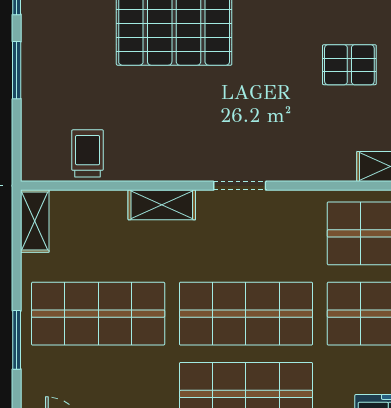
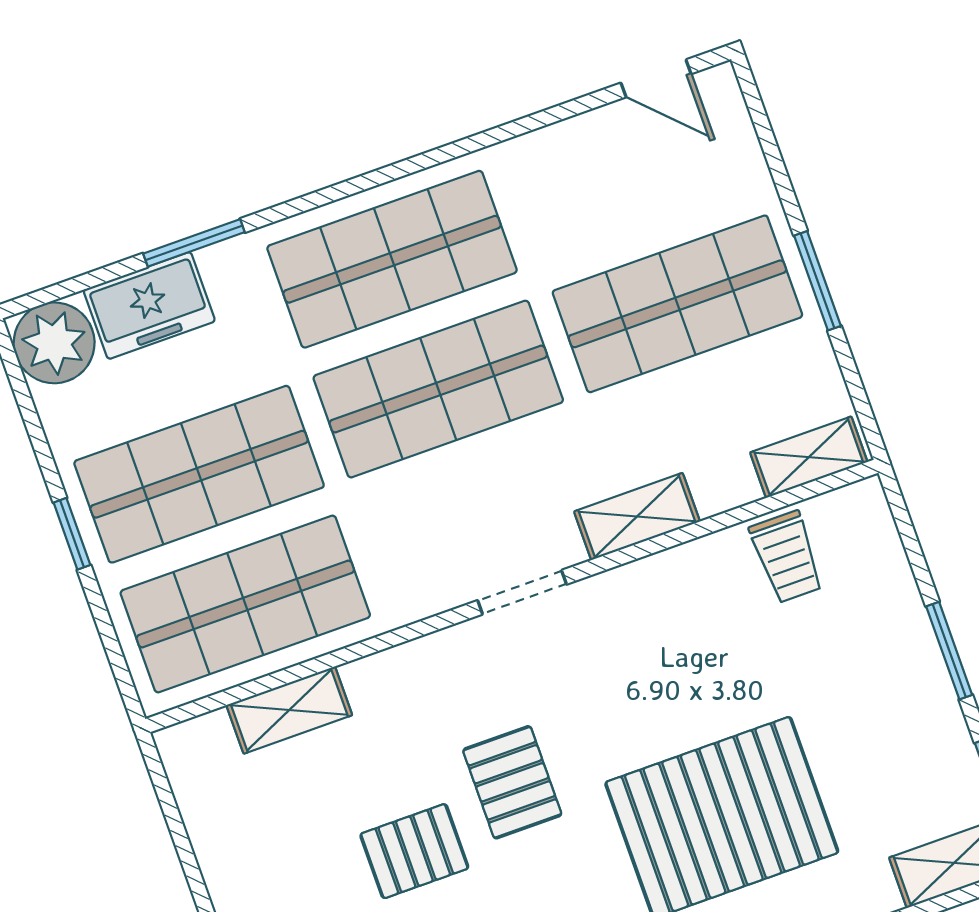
pallet: (282, 83) -> (512, 782), added
shelving: (35, 221) -> (809, 457), moved, turned 90
window: (17, 340) -> (818, 281), moved

